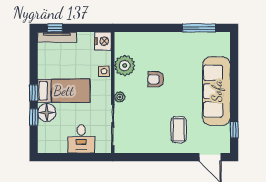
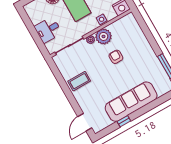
plant: (125, 66) -> (104, 36), moved
coffee table: (179, 130) -> (79, 81), moved
window: (234, 130) -> (124, 121), moved

